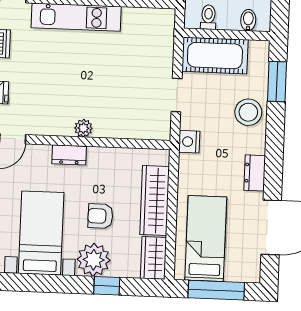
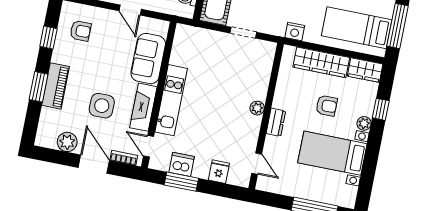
nightstand: (189, 142) -> (295, 31), moved
armchair: (100, 216) -> (327, 106), turned -90
plant: (94, 260) -> (364, 123), width x0.53, depth x0.53

